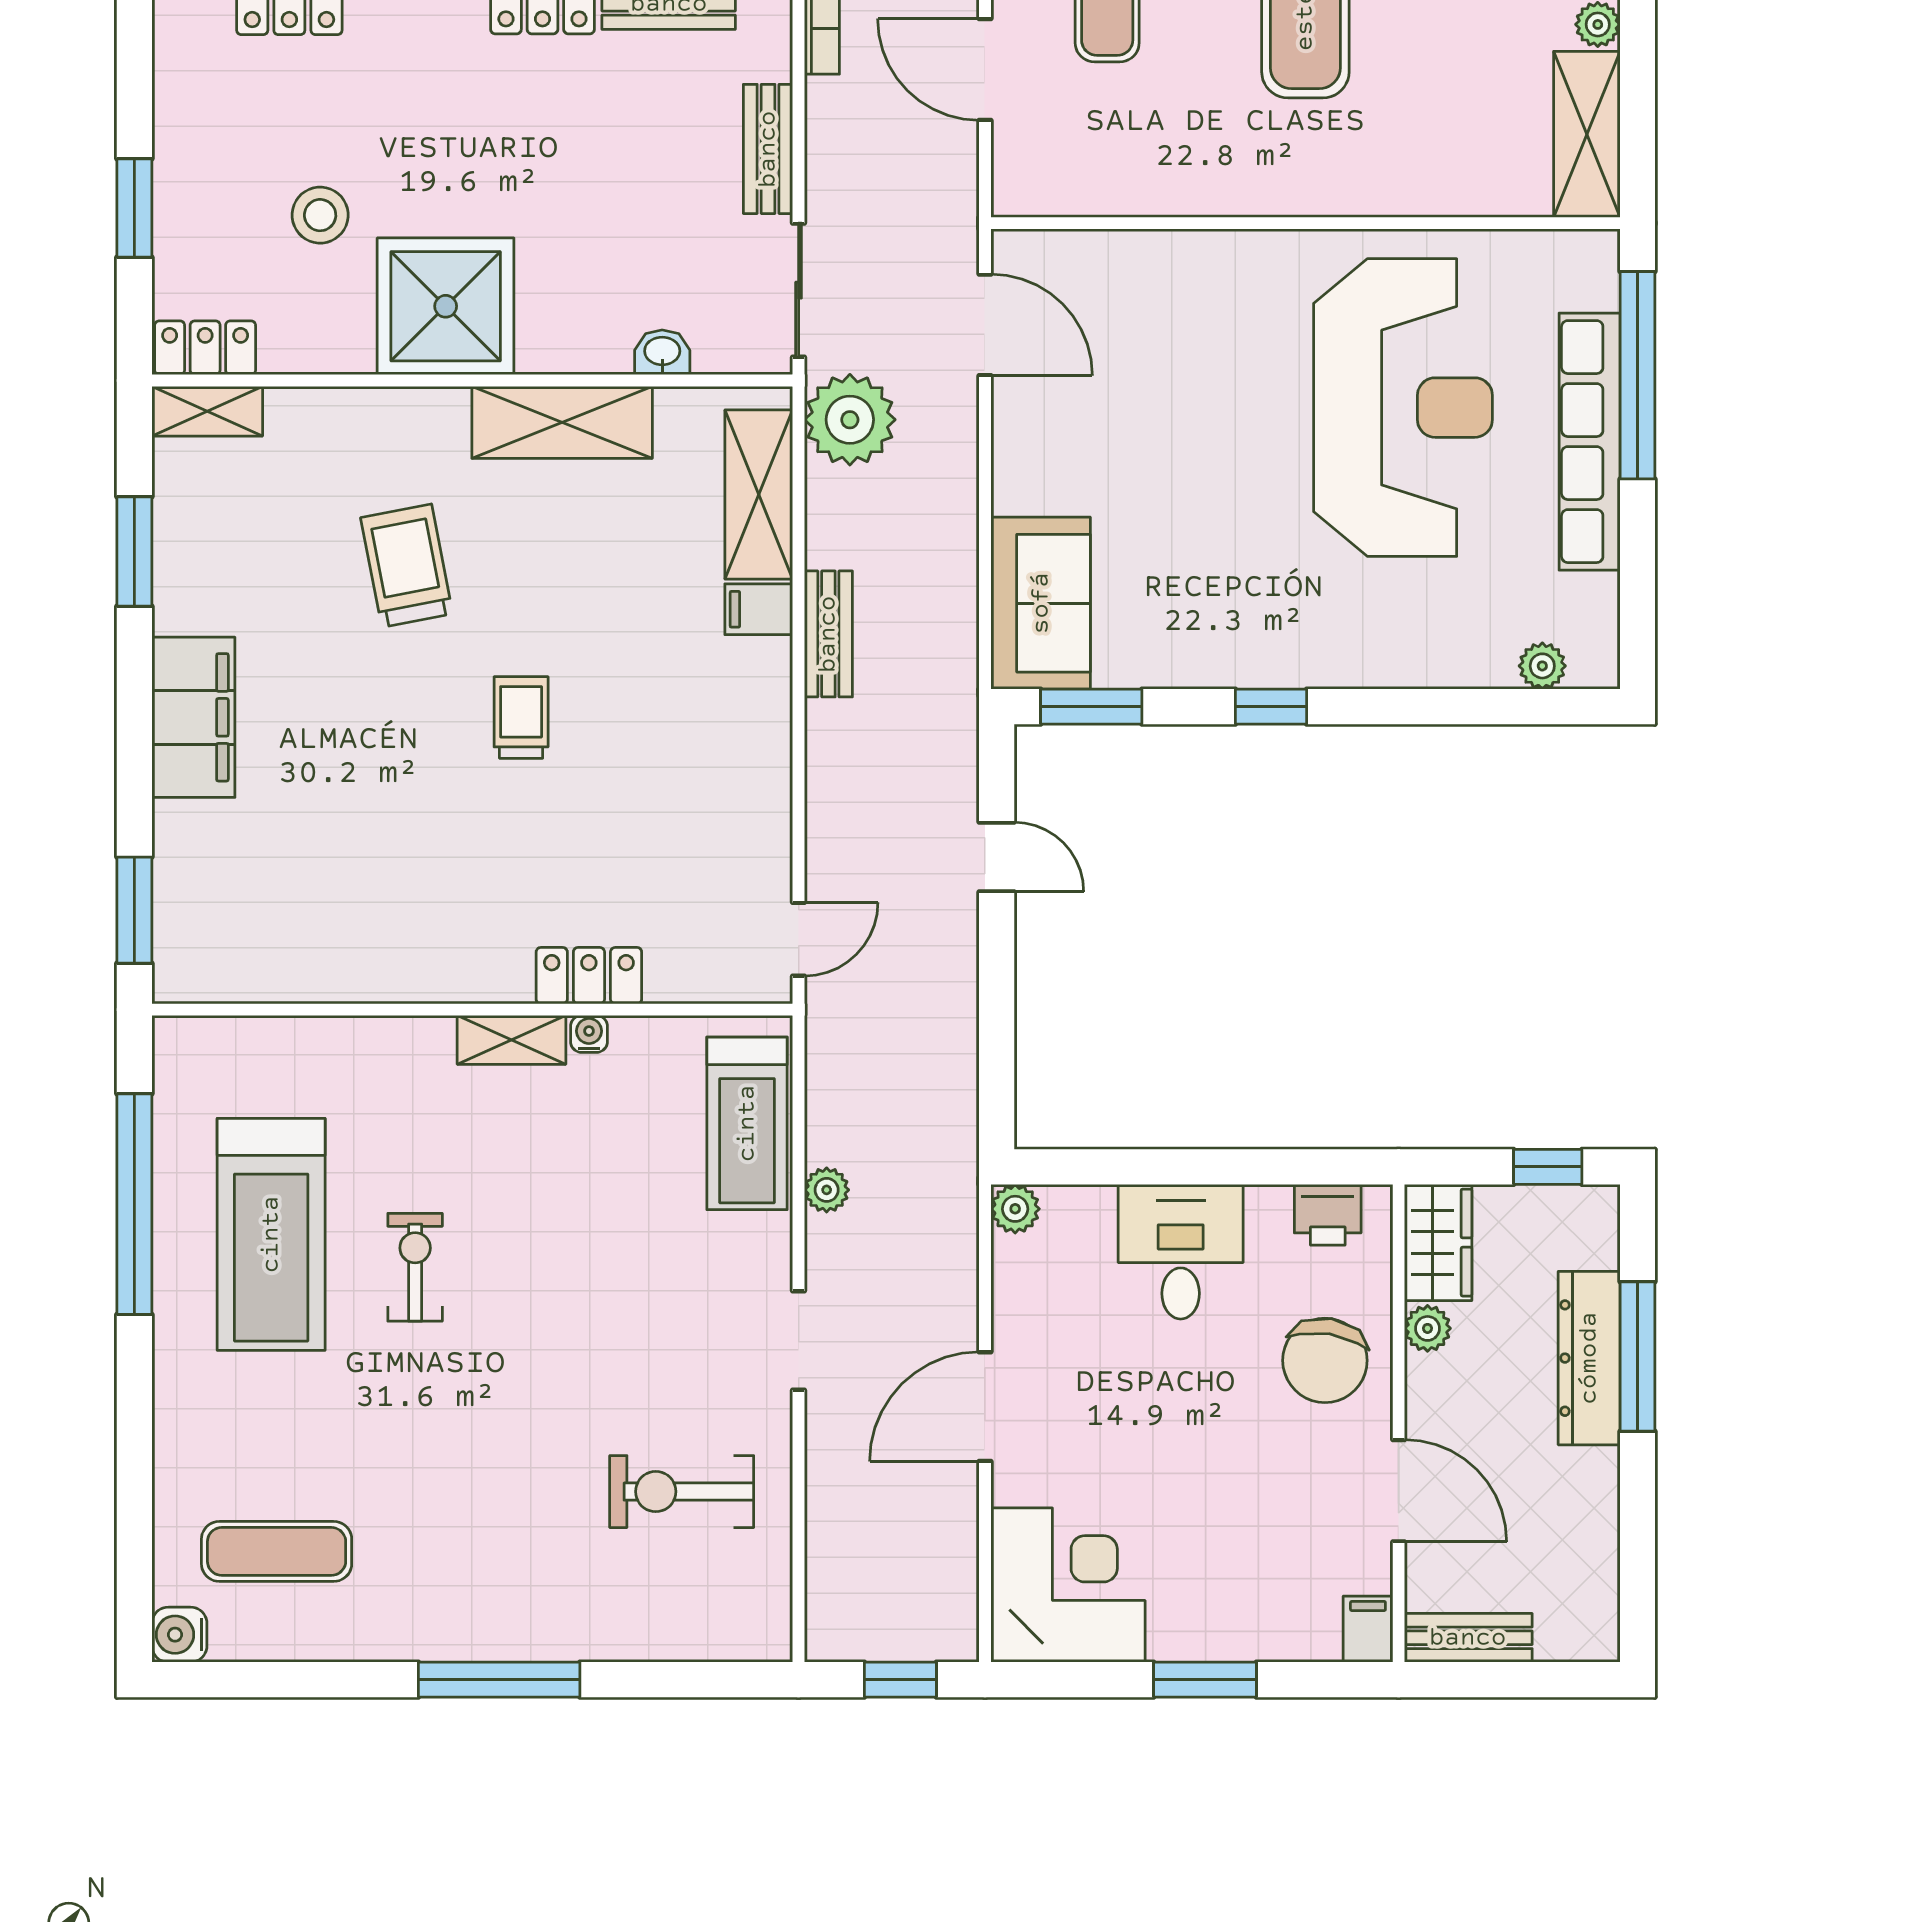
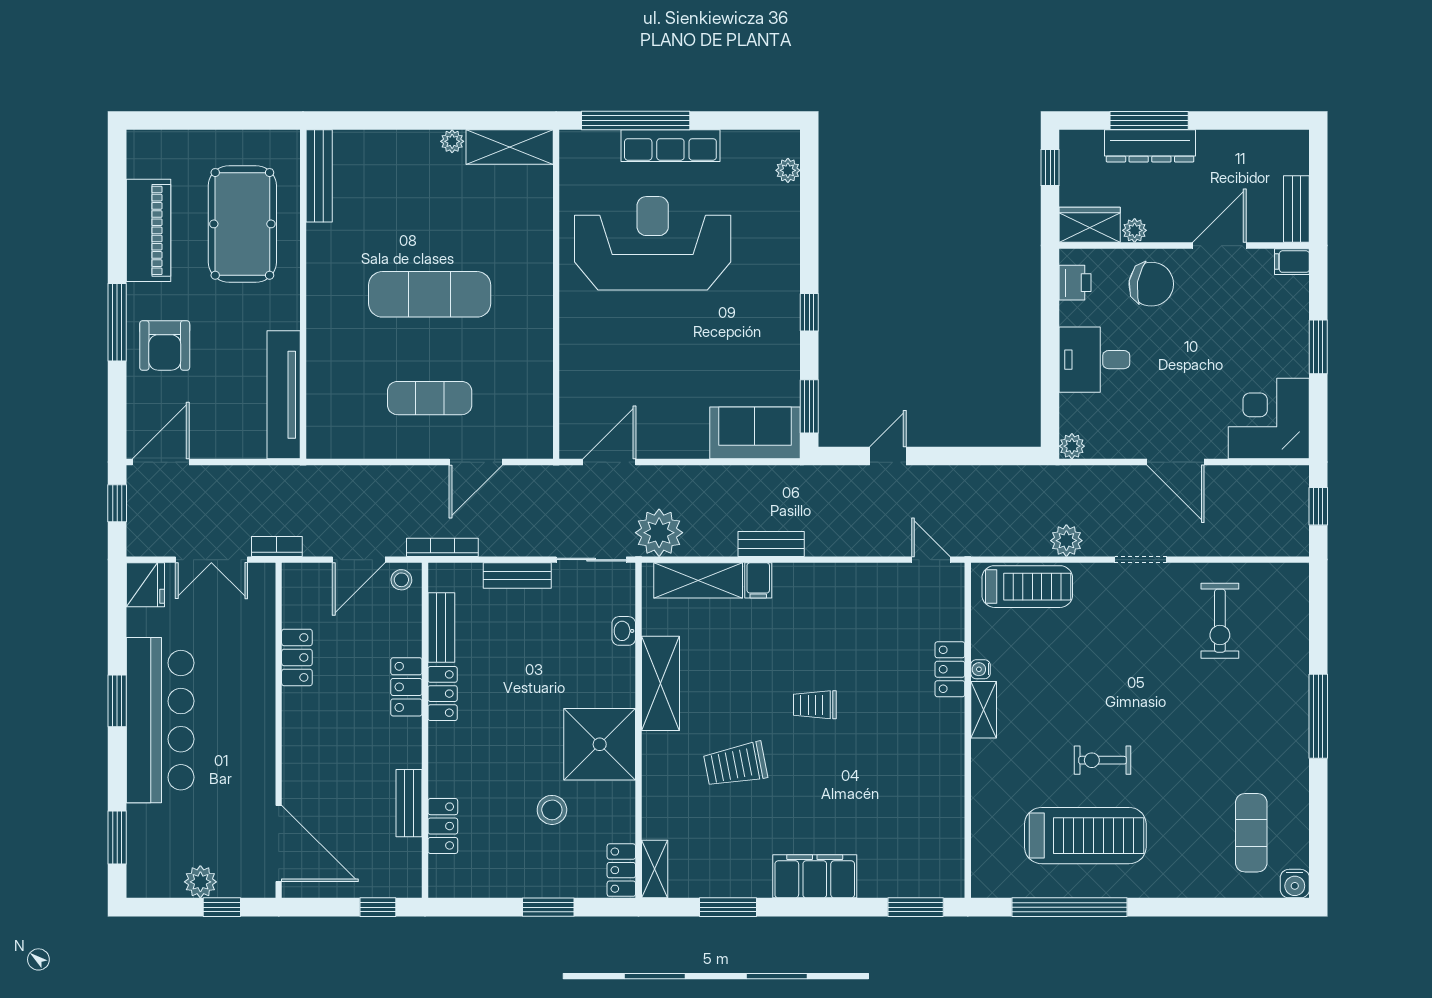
row of seats: (1590, 442) -> (670, 146), width x0.73
plant: (827, 1190) -> (1066, 541), width x1.38, depth x1.38

